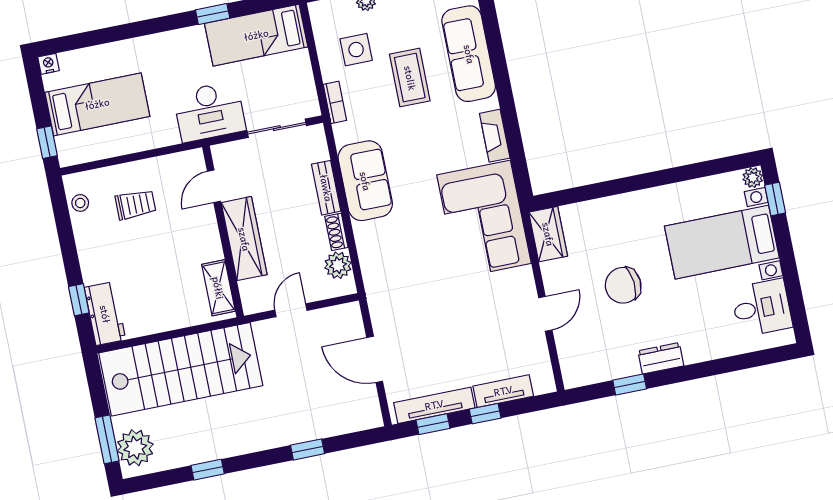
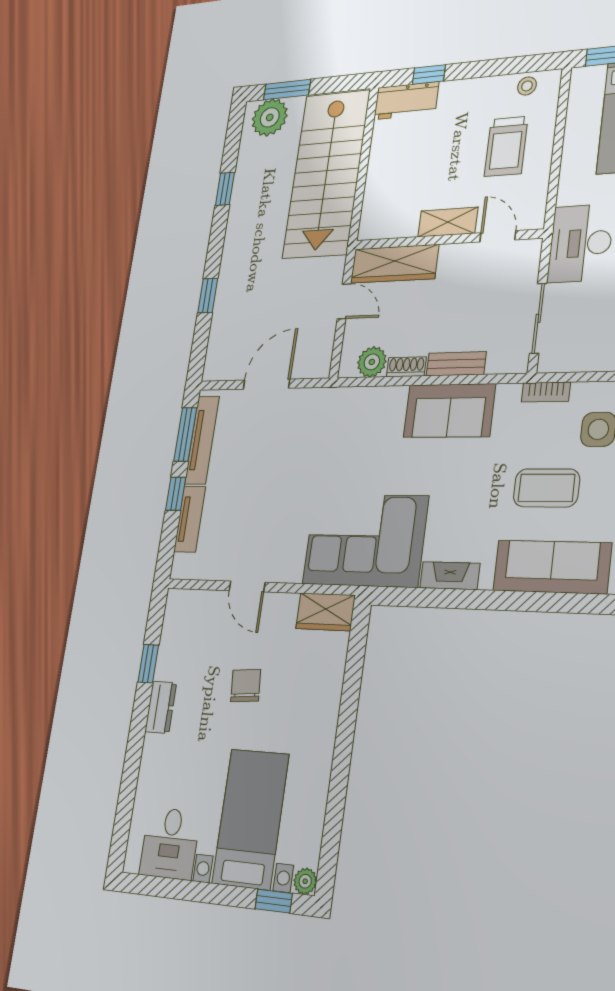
trolley: (136, 205) -> (506, 146), width x1.36, depth x1.39
wardrobe: (244, 239) -> (394, 264), moved
chair: (623, 285) -> (246, 686), width x0.73, depth x0.73
shelving: (218, 288) -> (448, 222), moved
window: (433, 424) -> (185, 435), width x1.50

